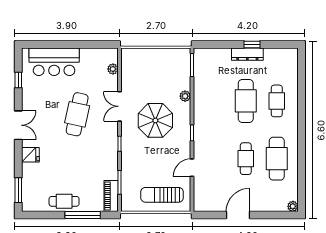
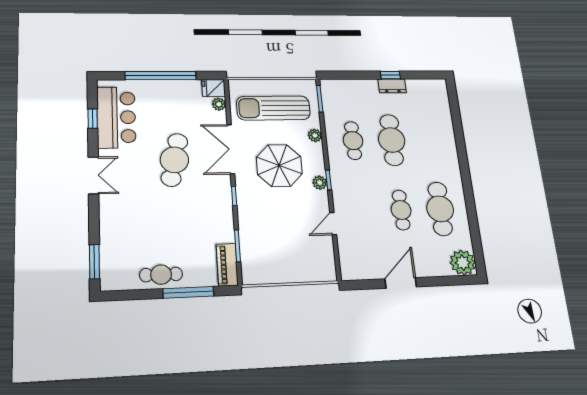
window: (70, 45) -> (161, 76), added
dresser: (247, 54) -> (392, 86), width x0.70
bar counter: (54, 62) -> (116, 117), moved, turned -90
cafe table: (277, 101) -> (353, 141), moved
double door: (120, 106) -> (231, 149), width x1.37
plant: (185, 135) -> (320, 183), added
fridge: (30, 155) -> (214, 88), moved, turned 180
sun lounger: (162, 195) -> (273, 108), moved, width x1.36, depth x1.34
plant: (293, 206) -> (463, 263), width x1.87, depth x1.87

